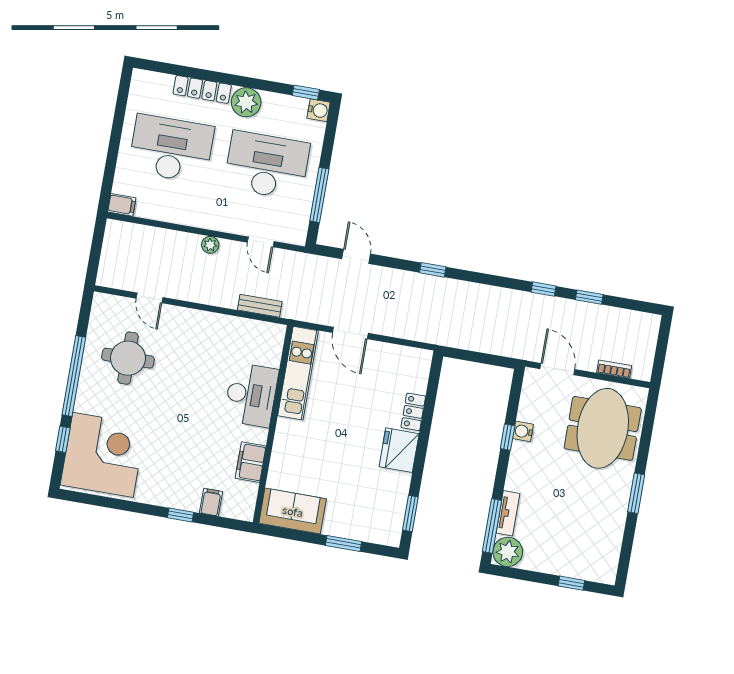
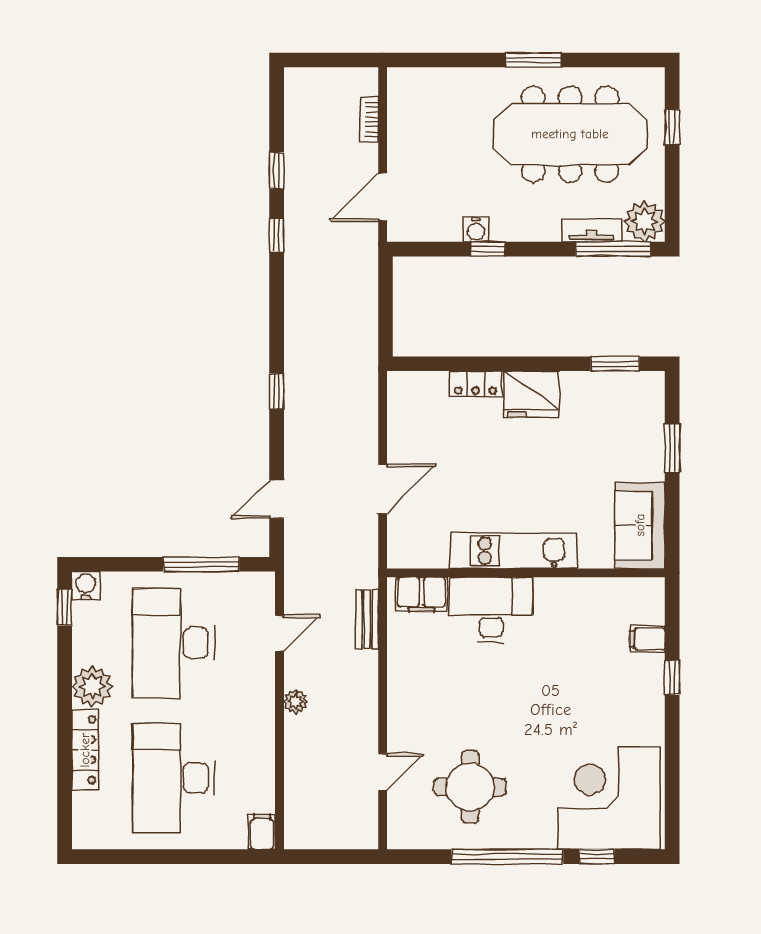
kitchen unit: (298, 373) -> (514, 551), moved
meeting table: (603, 428) -> (570, 134), moved, width x1.36
filing cabinet: (251, 462) -> (422, 594), moved

